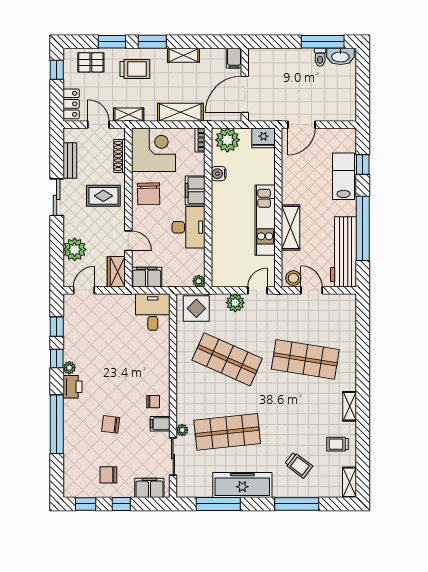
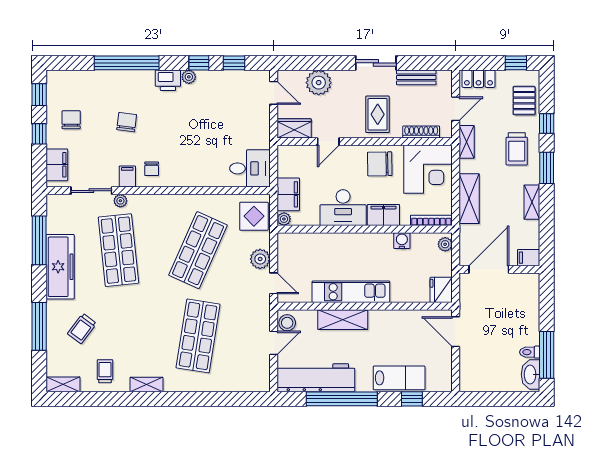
window: (112, 42) -> (547, 124), width x0.67
door: (245, 94) -> (489, 269), hinge flipped
bookcase: (200, 140) -> (431, 220), width x1.56
plant: (227, 140) -> (445, 244), width x0.53, depth x0.53
filing cabinet: (147, 277) -> (288, 194), moved

